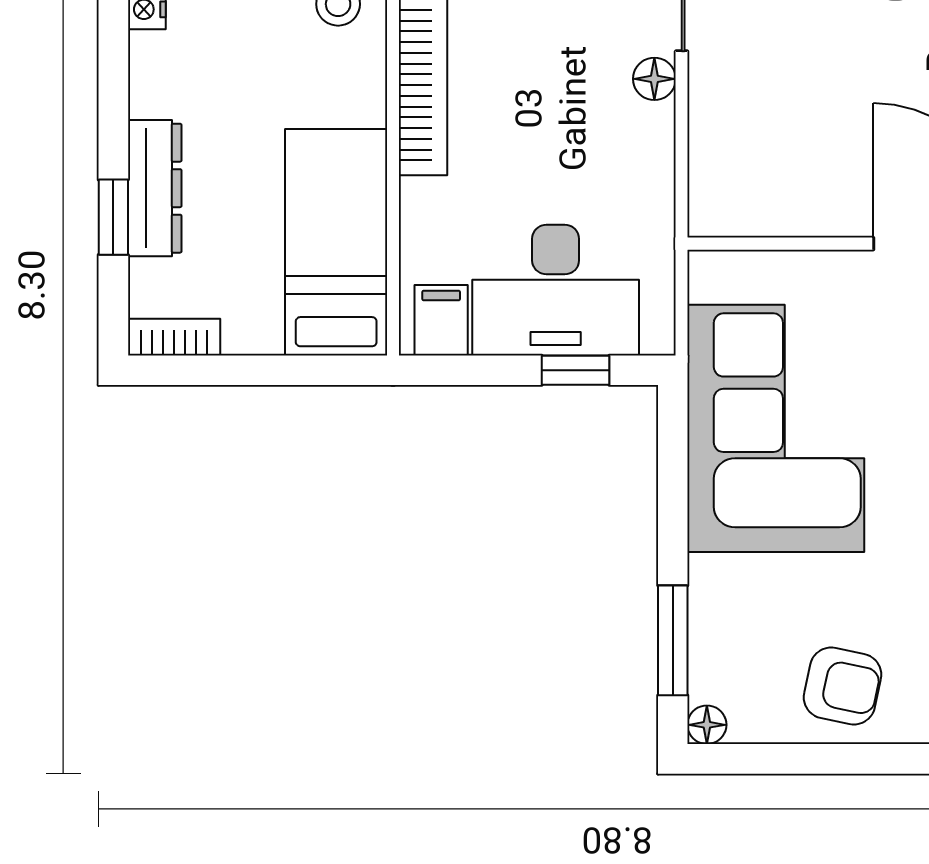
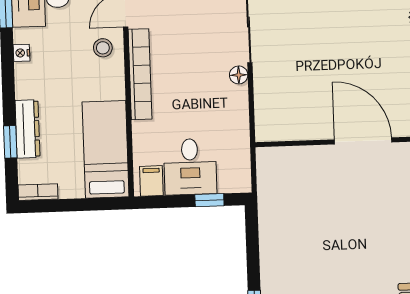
desk: (556, 290) -> (190, 167), width x0.73
corner sofa: (776, 428) -> (296, 222), removed

